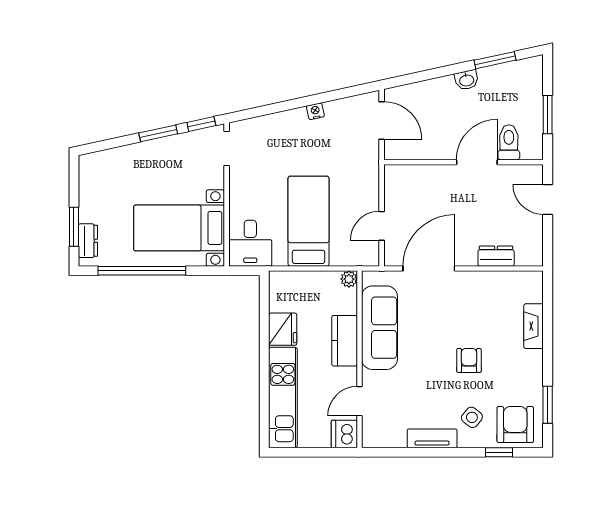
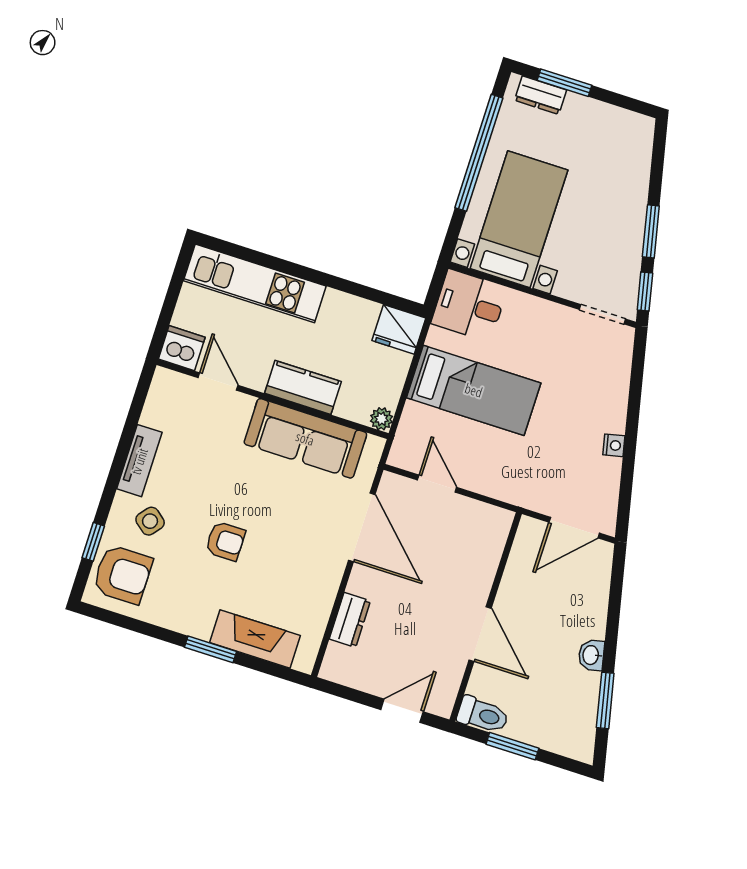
toilet: (509, 142) -> (483, 715), moved
fireplace: (534, 326) -> (255, 639), width x1.37, depth x1.32
fridge: (283, 329) -> (399, 329), moved
window: (548, 405) -> (211, 649), moved

